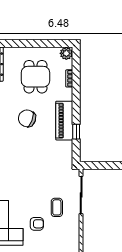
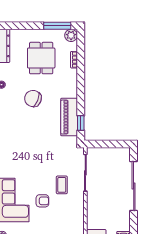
window: (52, 43) -> (57, 26), added
piano: (64, 121) -> (69, 117), moved
window: (76, 132) -> (81, 123), moved

